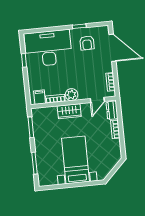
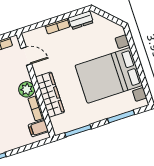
dresser: (112, 110) -> (81, 20), moved
wardrobe: (69, 111) -> (50, 95), width x1.50
bed with nightstands: (75, 160) -> (109, 75), width x1.36

